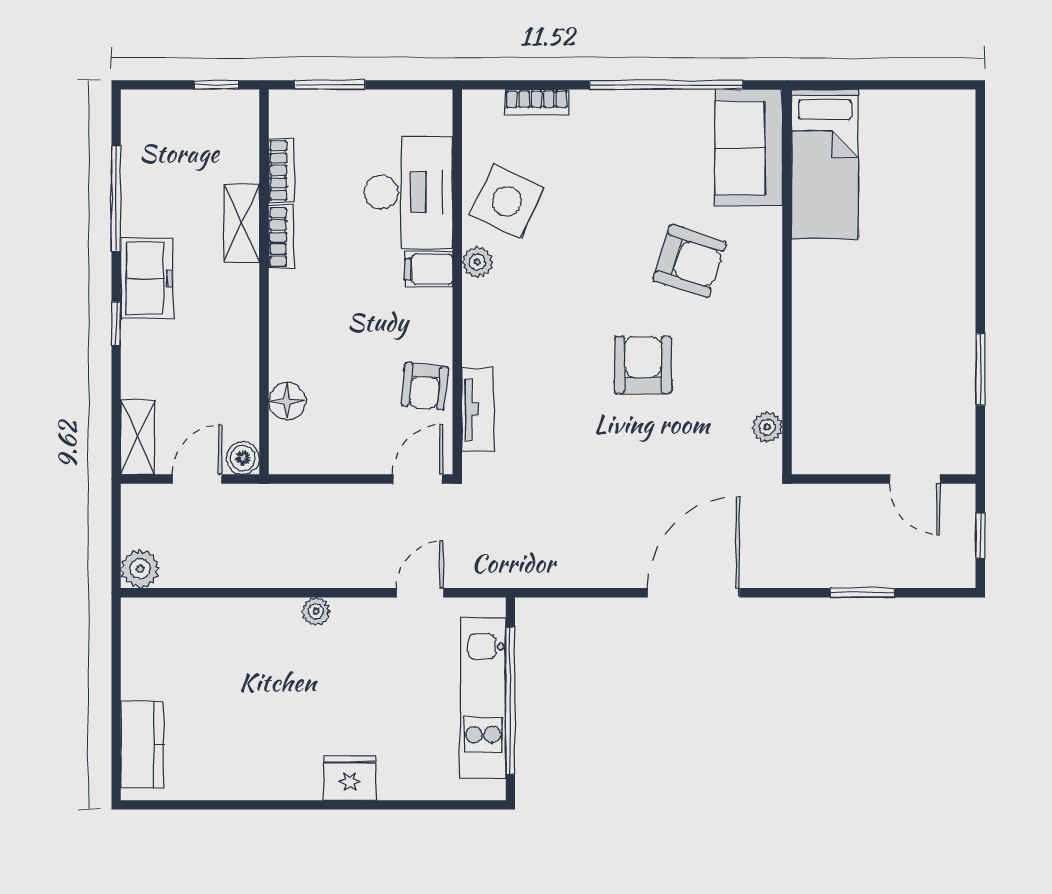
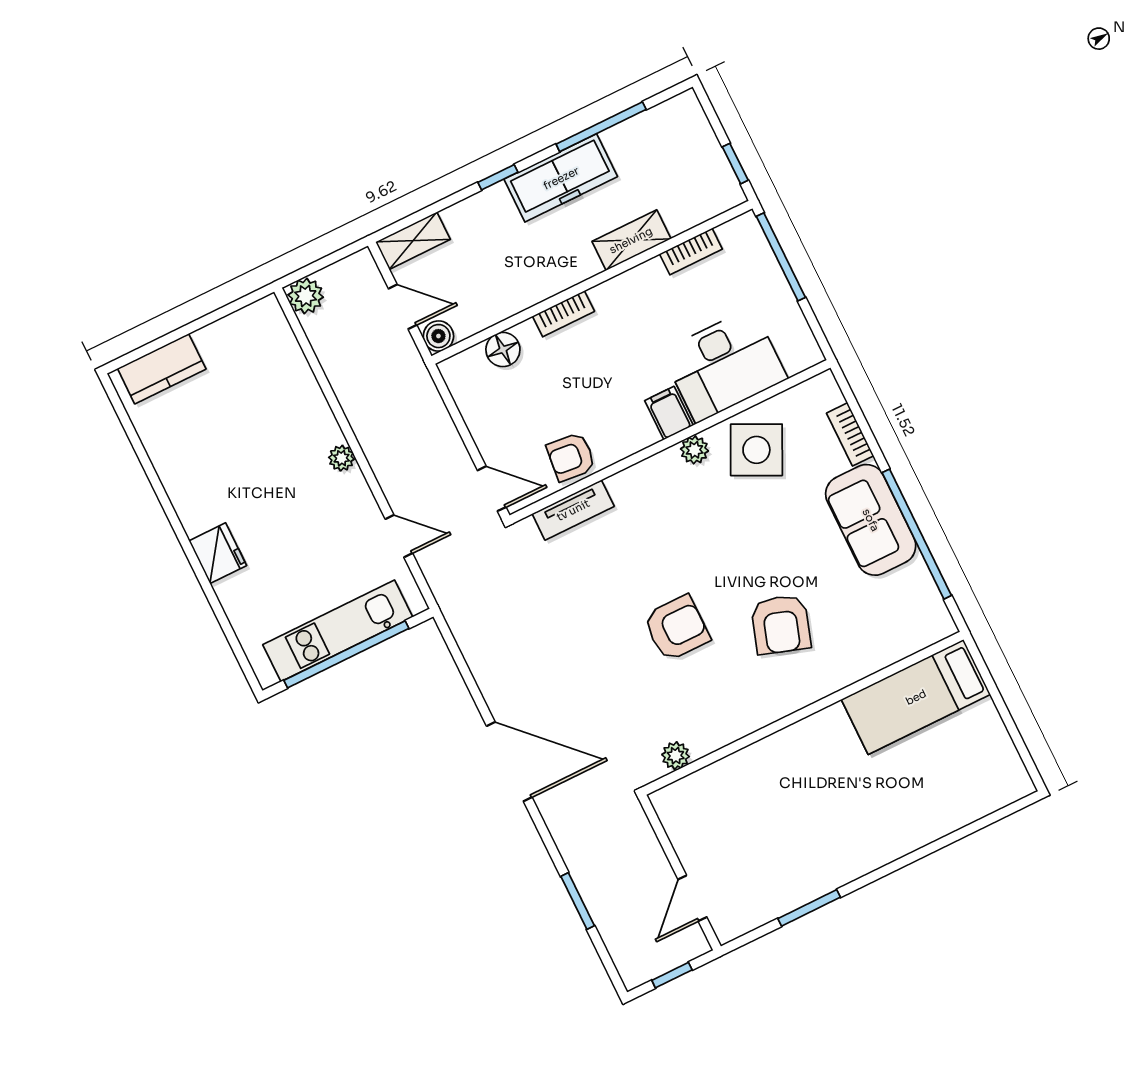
window: (330, 85) -> (781, 257), width x1.44
sofa: (749, 148) -> (871, 520), moved, turned -90
bookcase: (281, 237) -> (563, 314), moved
freezer: (147, 279) -> (561, 178), width x1.40

